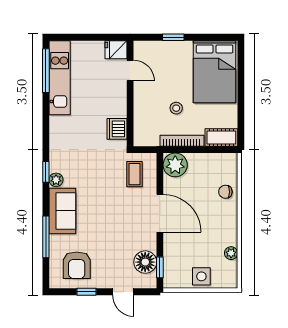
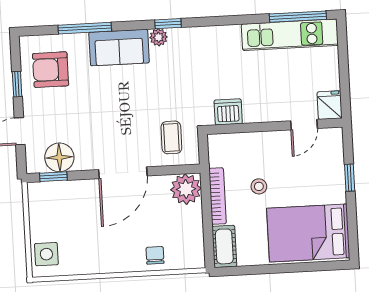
coffee table: (134, 174) -> (171, 137), turned 90
plant: (231, 253) -> (77, 267), removed
side table: (201, 276) -> (46, 254), moved

